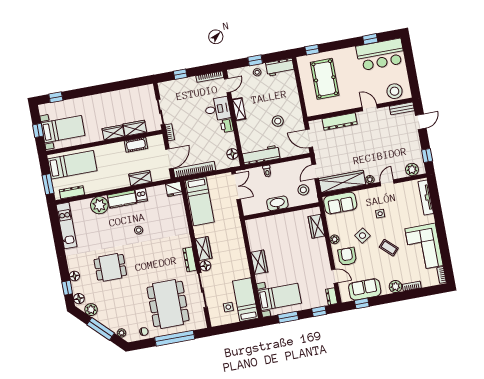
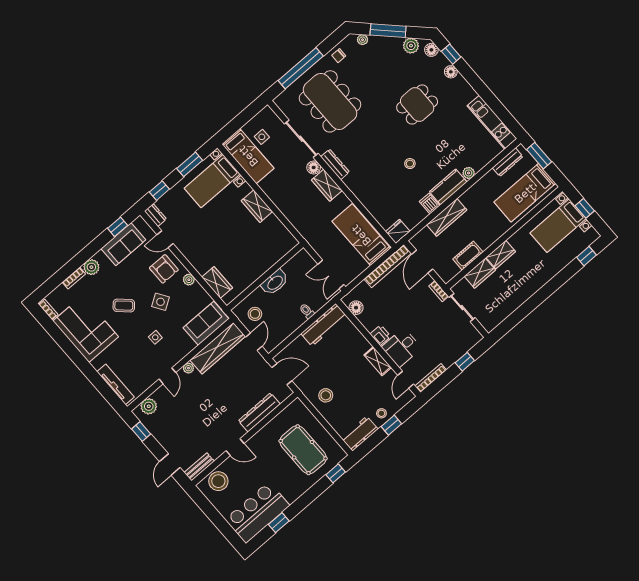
stool: (278, 121) -> (326, 395), moved
wardrobe: (140, 178) -> (447, 217), width x1.50
plant: (99, 205) -> (469, 173), width x0.53, depth x0.53

